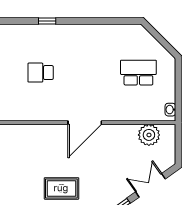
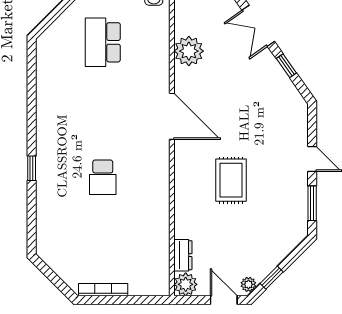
plant: (149, 135) -> (189, 51), moved
rug: (61, 188) -> (231, 180), moved

